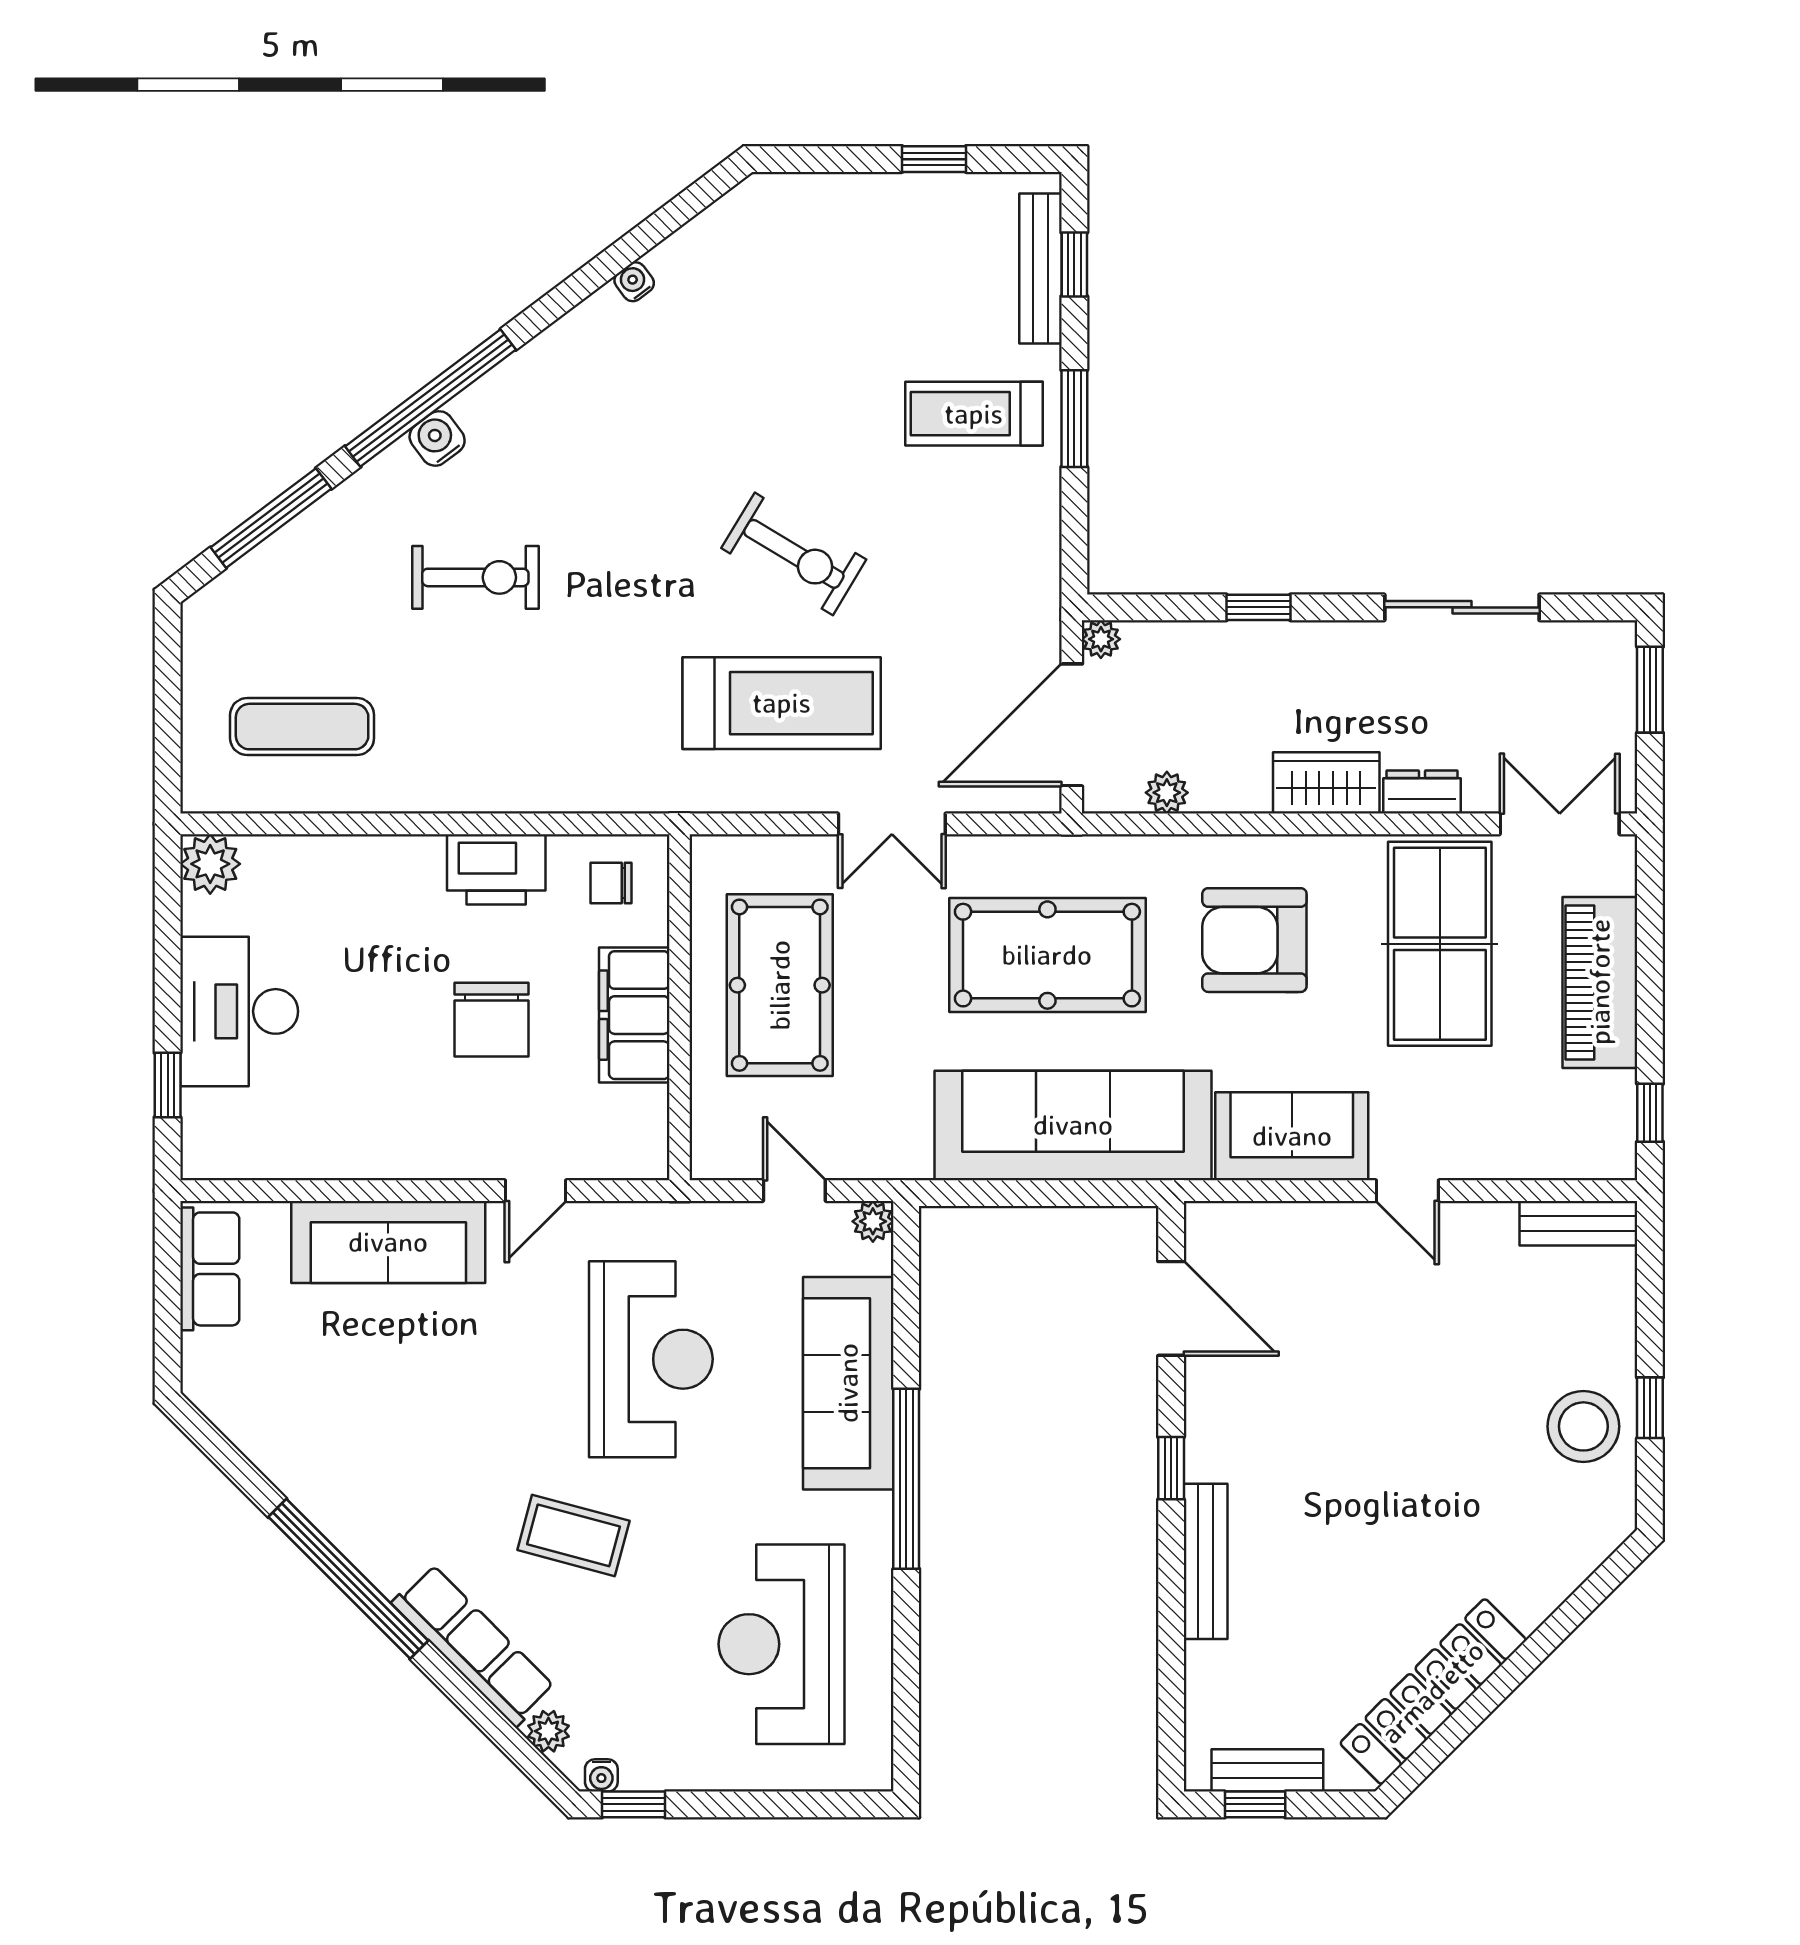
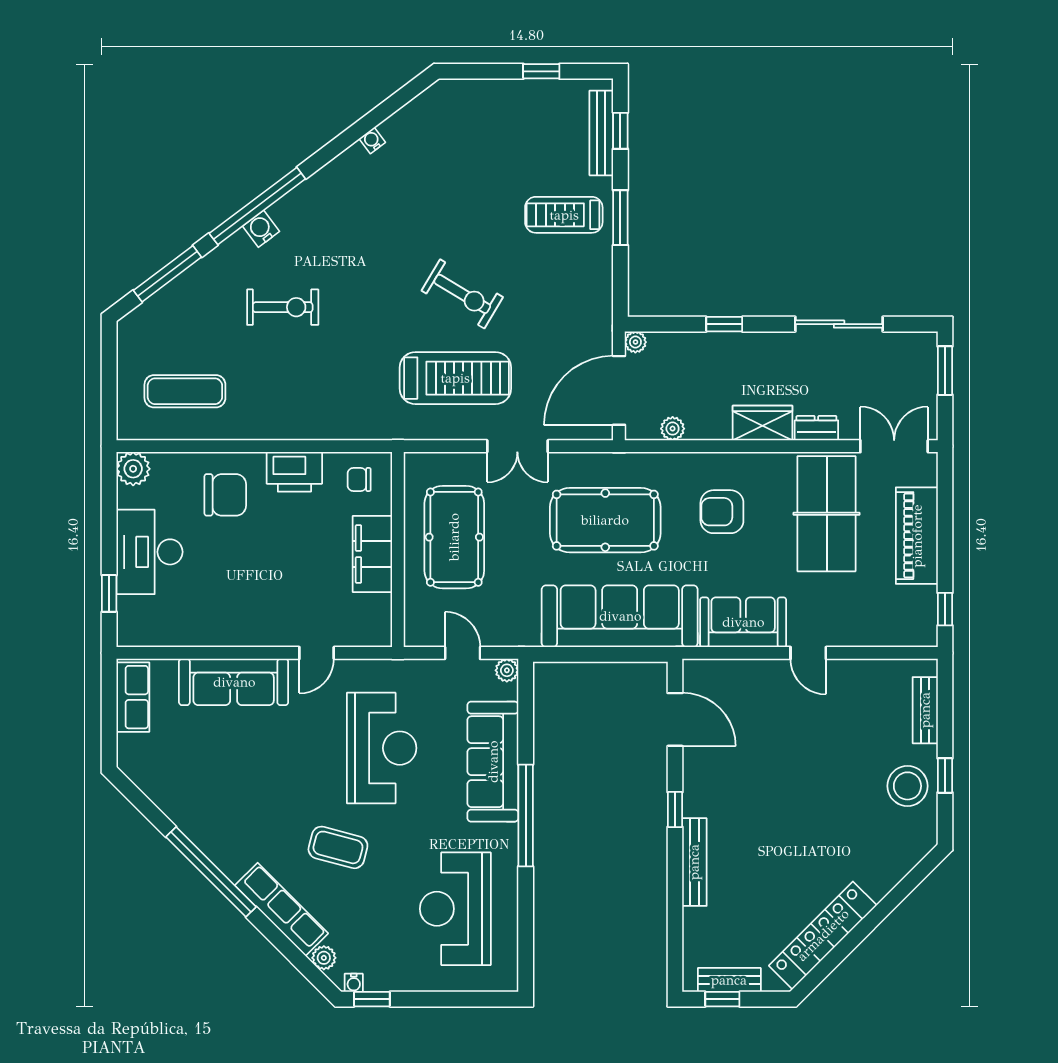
armchair: (1254, 940) -> (722, 512), width x0.73, depth x0.73
chair: (492, 1020) -> (225, 495), moved, turned -90
bench: (1578, 1223) -> (925, 710), moved, turned 90

